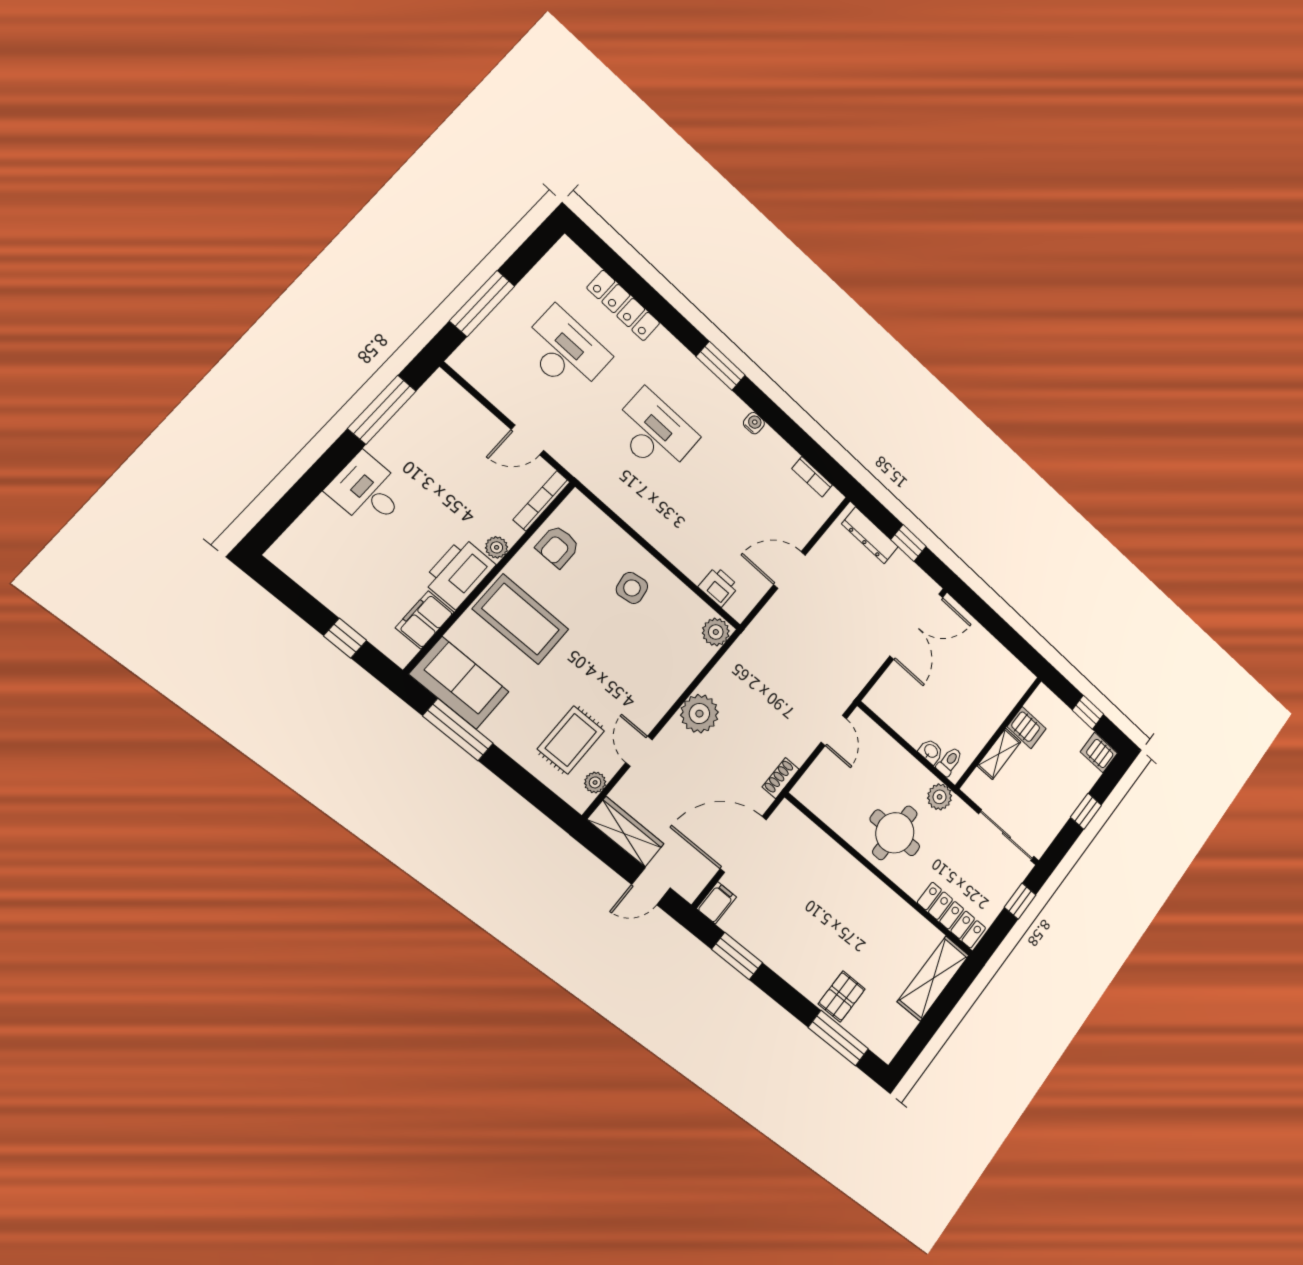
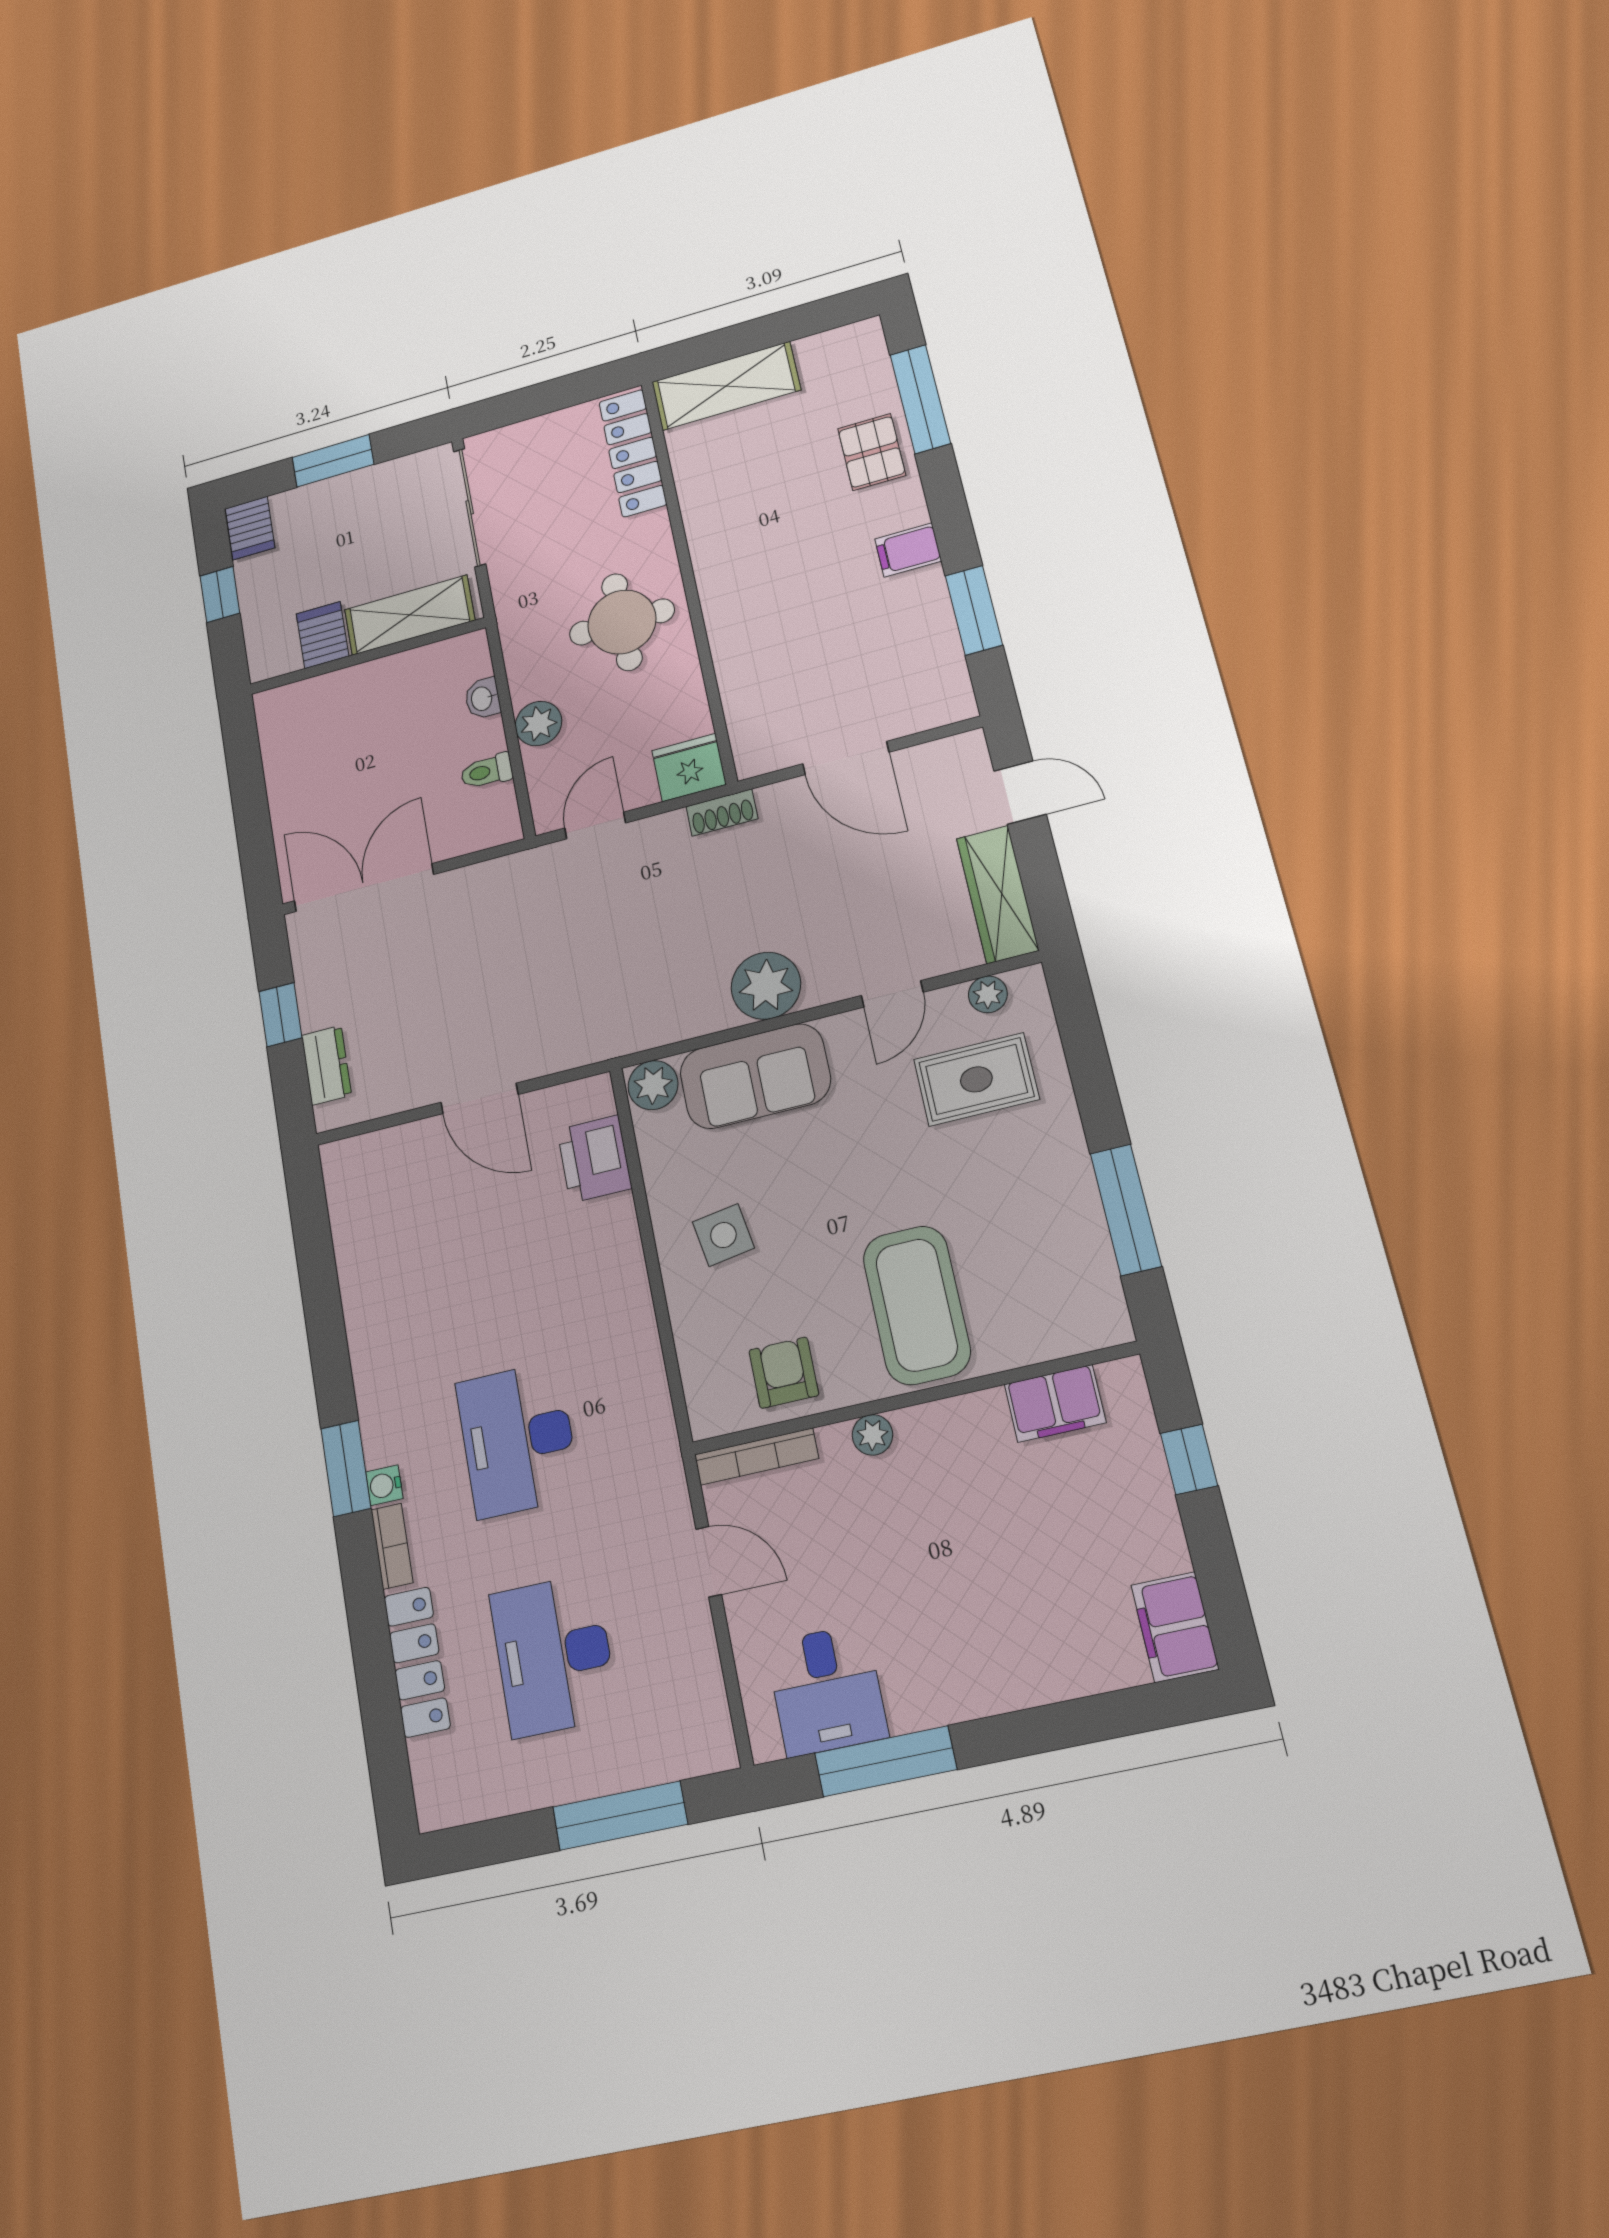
water cooler: (754, 423) -> (384, 1485), moved
bookcase: (812, 477) -> (392, 1546), moved
desk: (367, 491) -> (827, 1690), moved
dresser: (870, 535) -> (326, 1065), width x0.70
armchair: (558, 546) -> (784, 1373), turned -90
filing cabinet: (296, 560) -> (1175, 1627), added
printer: (459, 573) -> (955, 1437), removed
printer: (719, 587) -> (594, 1159), width x1.36, depth x1.24
sofa: (459, 683) -> (755, 1076), moved, turned -90
shelving: (999, 754) -> (410, 615), width x1.50, depth x1.33
toilet: (949, 762) -> (487, 771), moved
fridge: (812, 788) -> (689, 768), added
plant: (940, 797) -> (538, 724), moved
window: (1086, 811) -> (333, 461), width x1.50
door: (743, 844) -> (846, 758), width x0.73
window: (1020, 901) -> (523, 404), removed
filing cabinet: (716, 903) -> (908, 550), moved
pallet: (842, 996) -> (872, 452), turned 90

